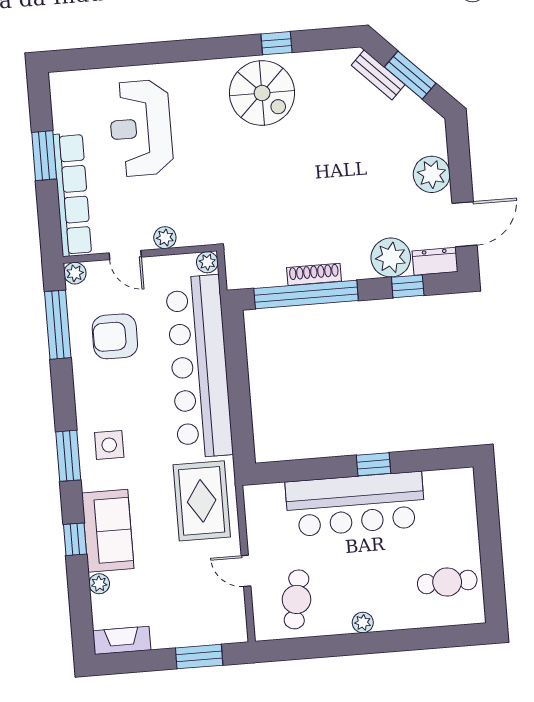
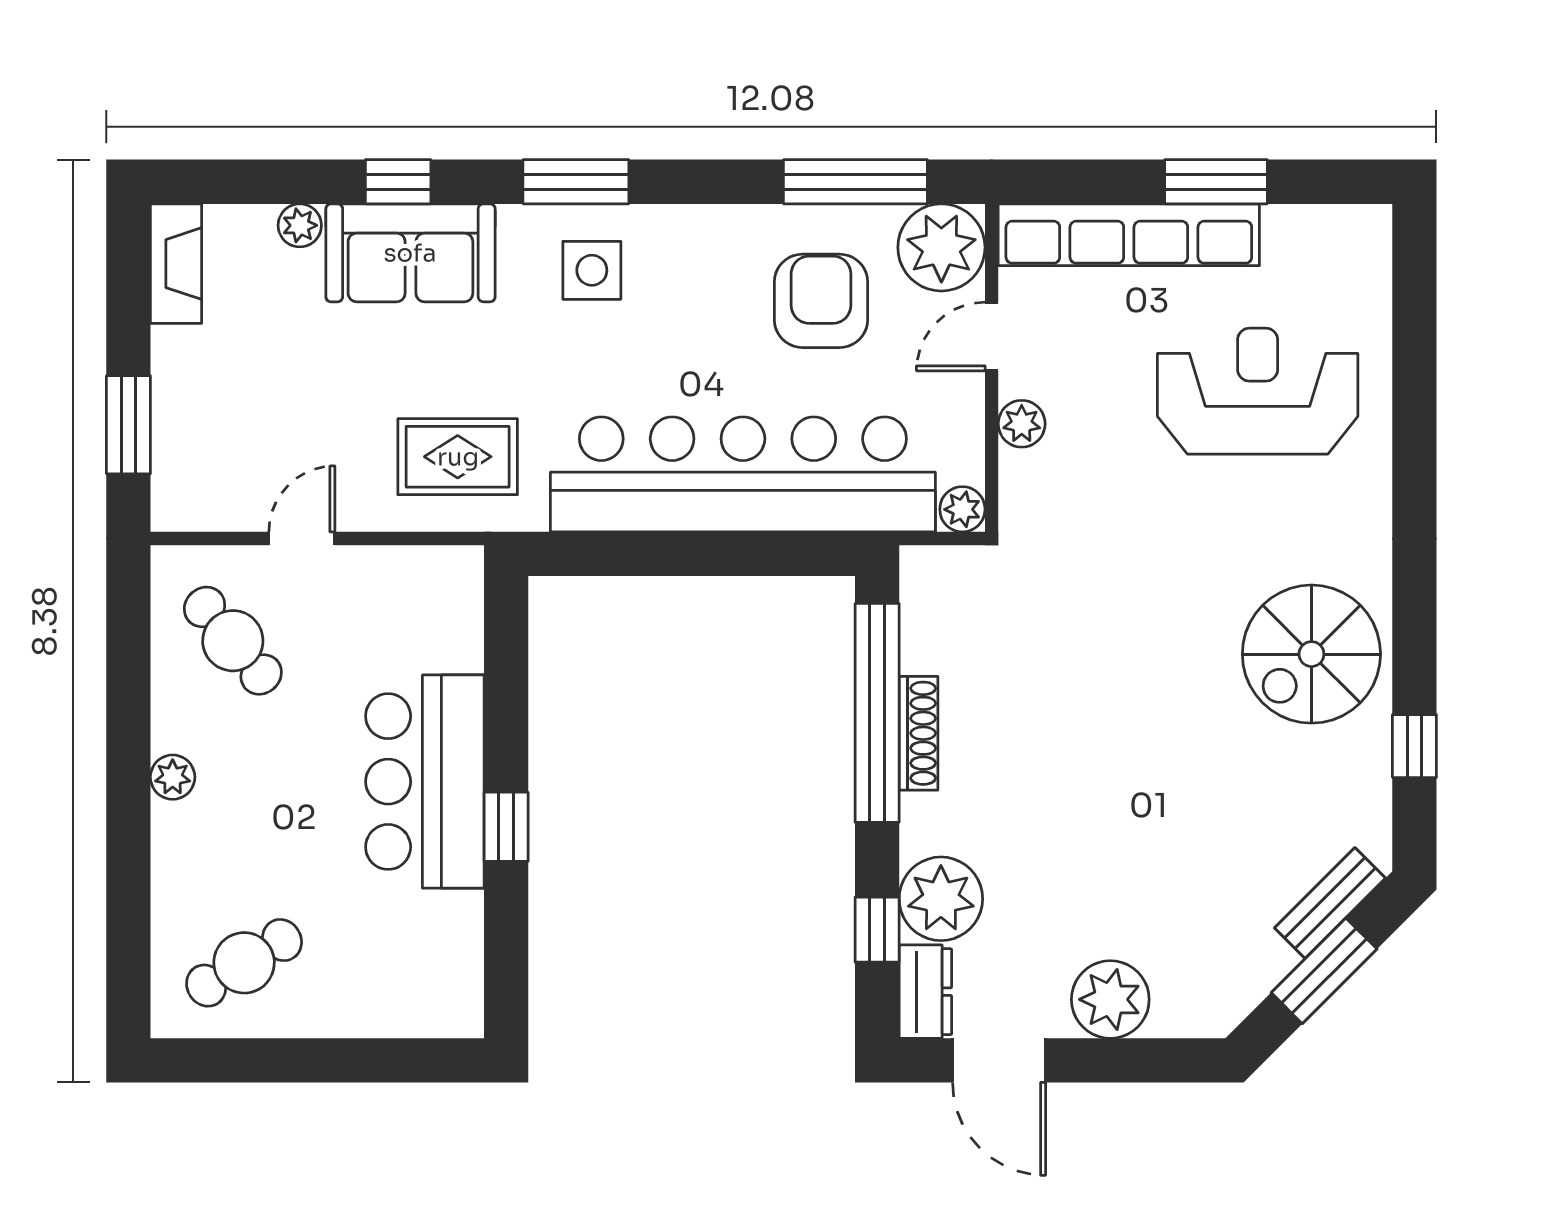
window: (276, 43) -> (1414, 746), moved
plant: (75, 273) -> (941, 247), width x1.88, depth x1.88
rug: (202, 501) -> (458, 457), width x0.73, depth x0.70
bar counter: (355, 504) -> (425, 782), width x0.73
cafe table: (447, 582) -> (244, 963), turned 60
cafe table: (296, 599) -> (233, 641), turned 39

